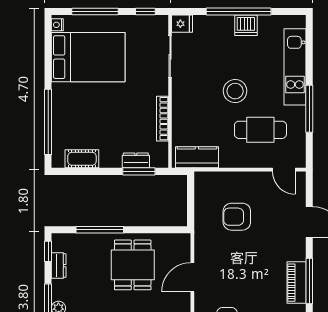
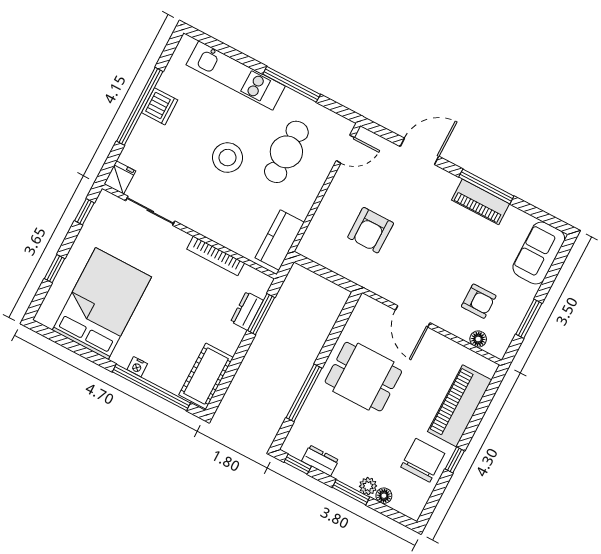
window: (95, 12) -> (54, 269), width x0.46
nightstand: (57, 25) -> (137, 367), moved
cot: (82, 159) -> (206, 376), width x1.37, depth x1.34

